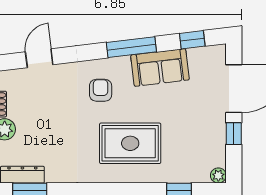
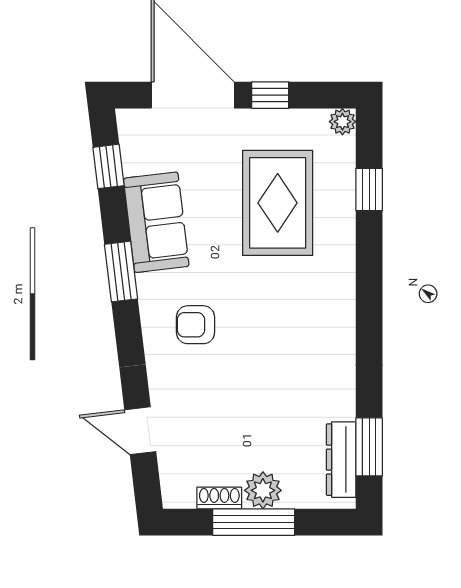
window: (131, 47) -> (121, 272), width x0.69
rug: (130, 143) -> (278, 203), moved

